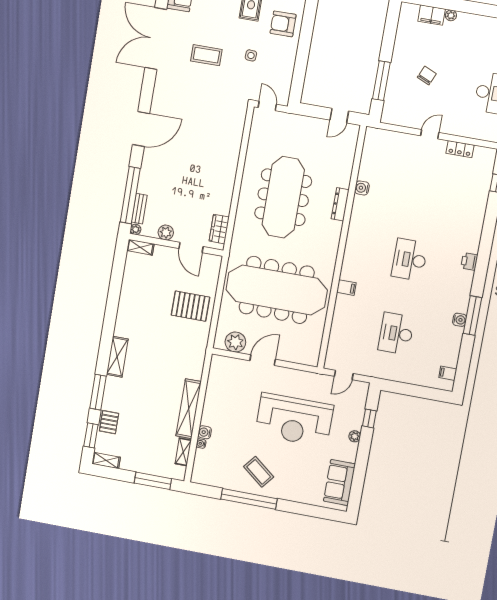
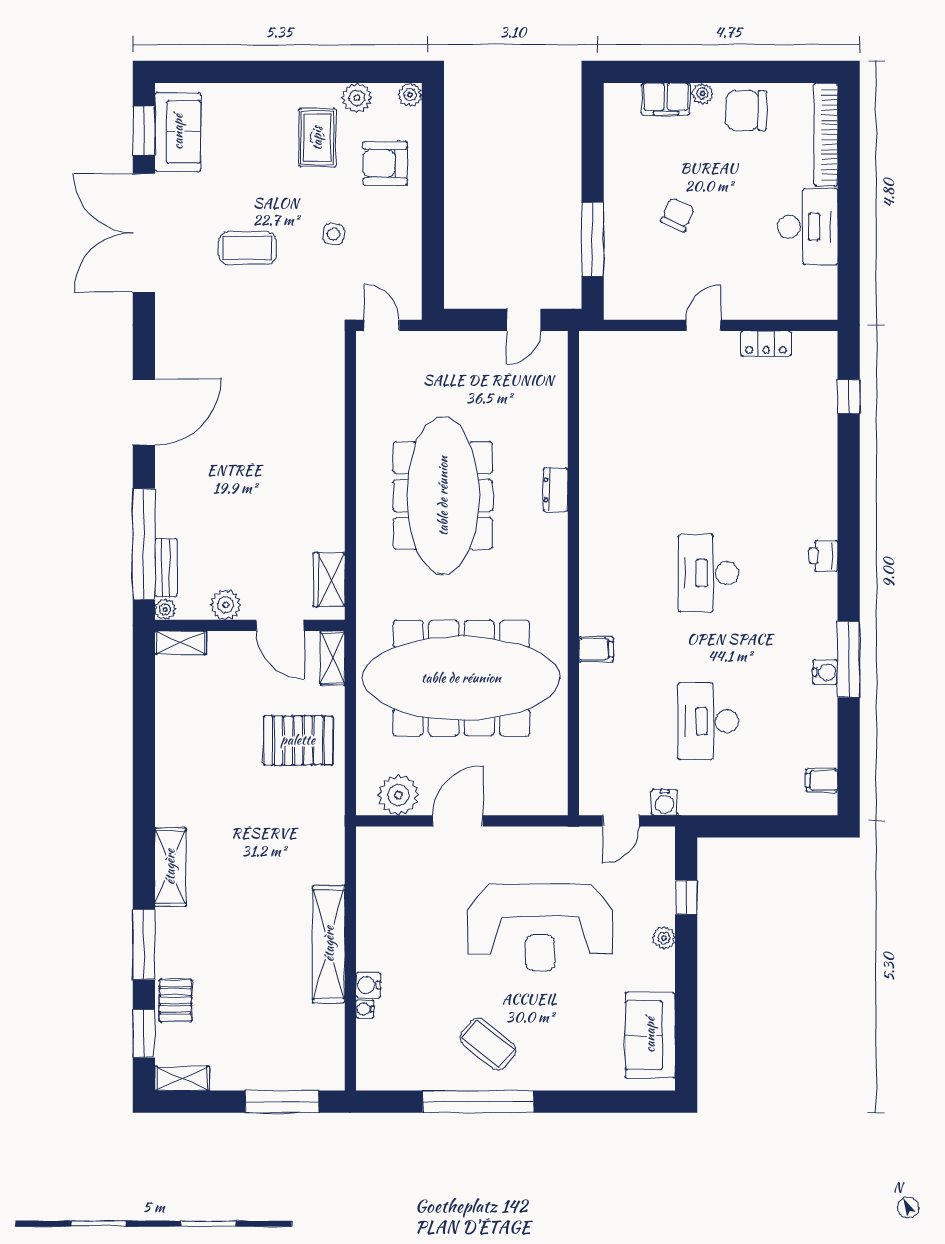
chair: (472, 28) -> (746, 111), added
water cooler: (362, 188) -> (665, 802), moved, turned -90
dresser: (340, 204) -> (556, 490), width x0.70
shelving: (183, 452) -> (333, 658), moved

